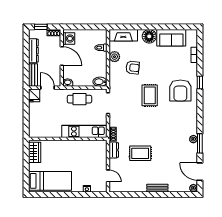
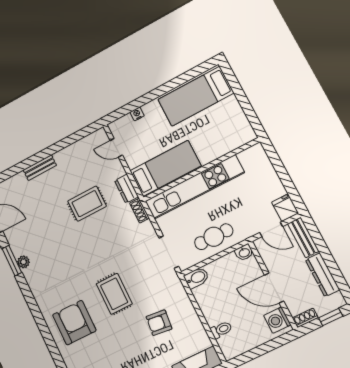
plant: (115, 57) -> (194, 326), removed
window: (200, 83) -> (53, 348), removed
kitchen unit: (84, 131) -> (194, 187), width x1.36
bed: (87, 150) -> (165, 168), added
wardrobe: (35, 152) -> (240, 125), removed

